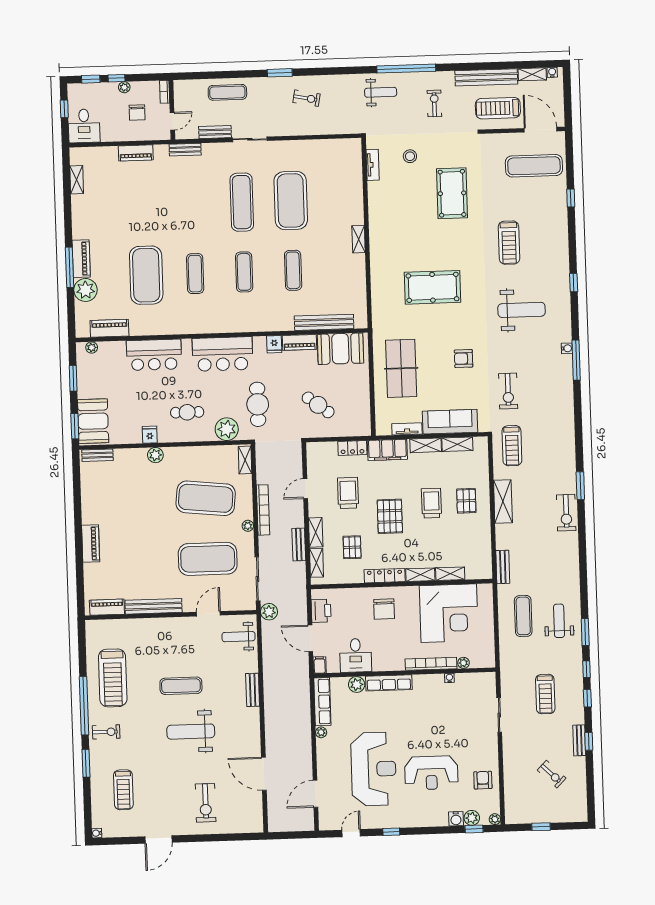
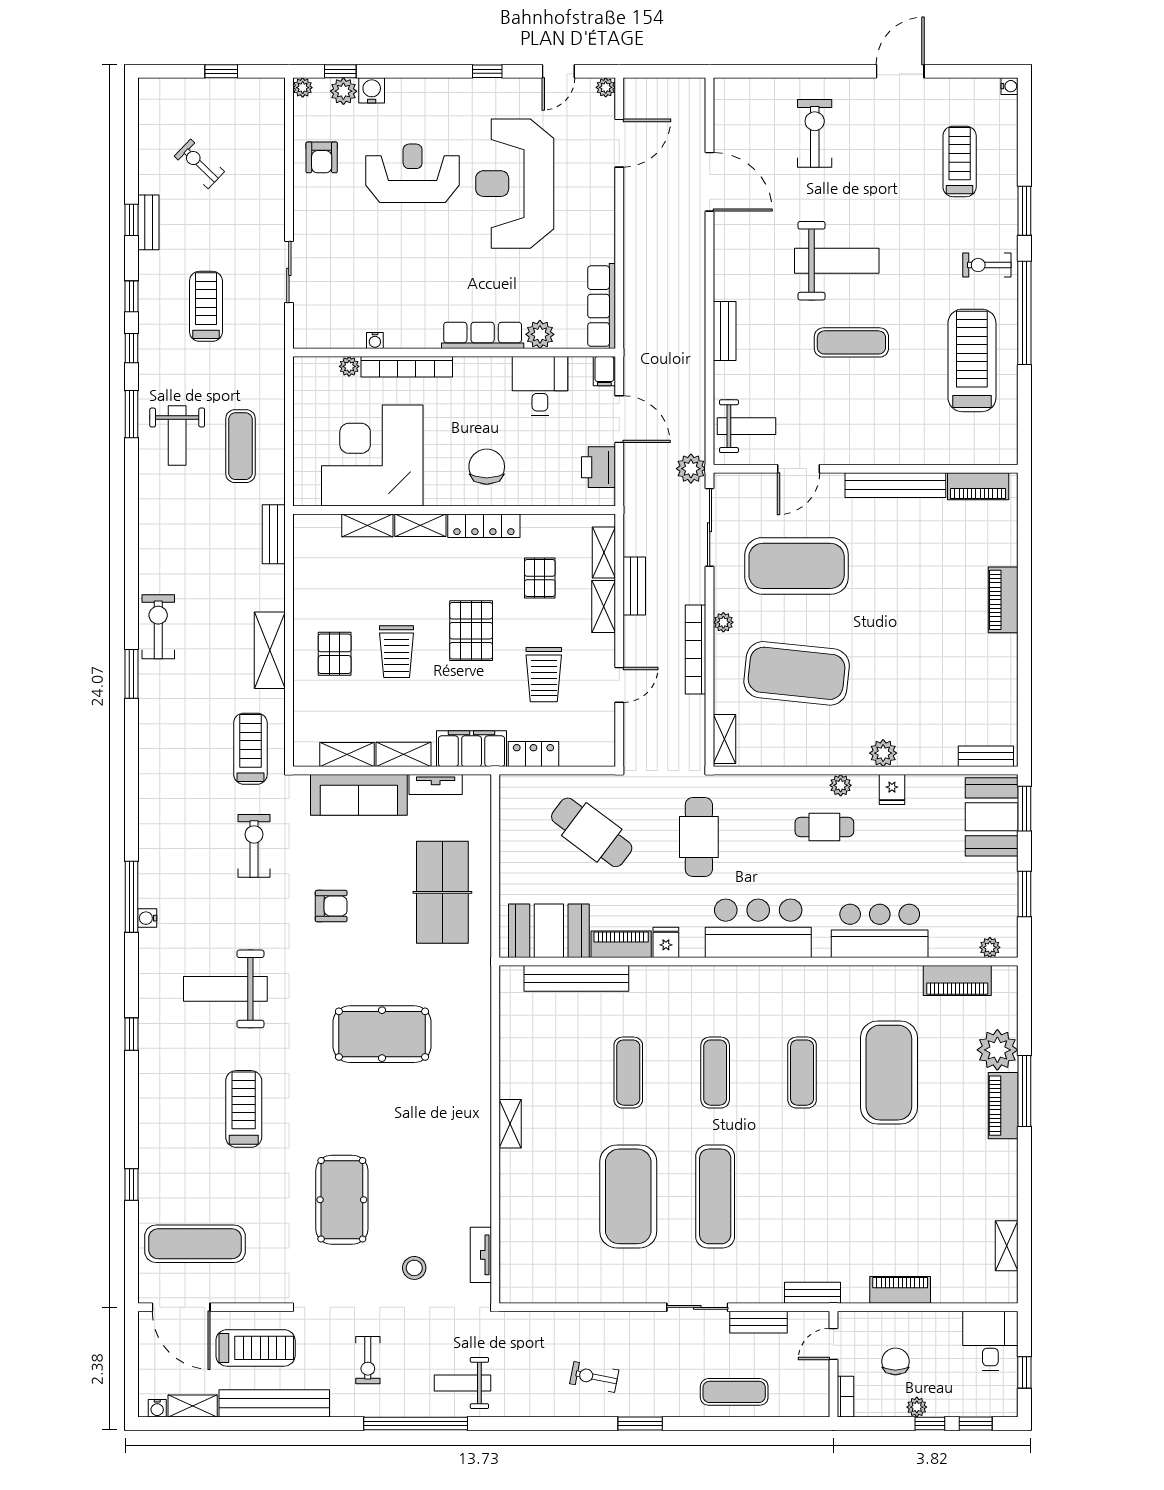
cafe table: (318, 405) -> (592, 832), width x1.37, depth x1.35
plant: (227, 429) -> (841, 785), moved, width x0.53, depth x0.53
plant: (321, 732) -> (606, 87), moved

